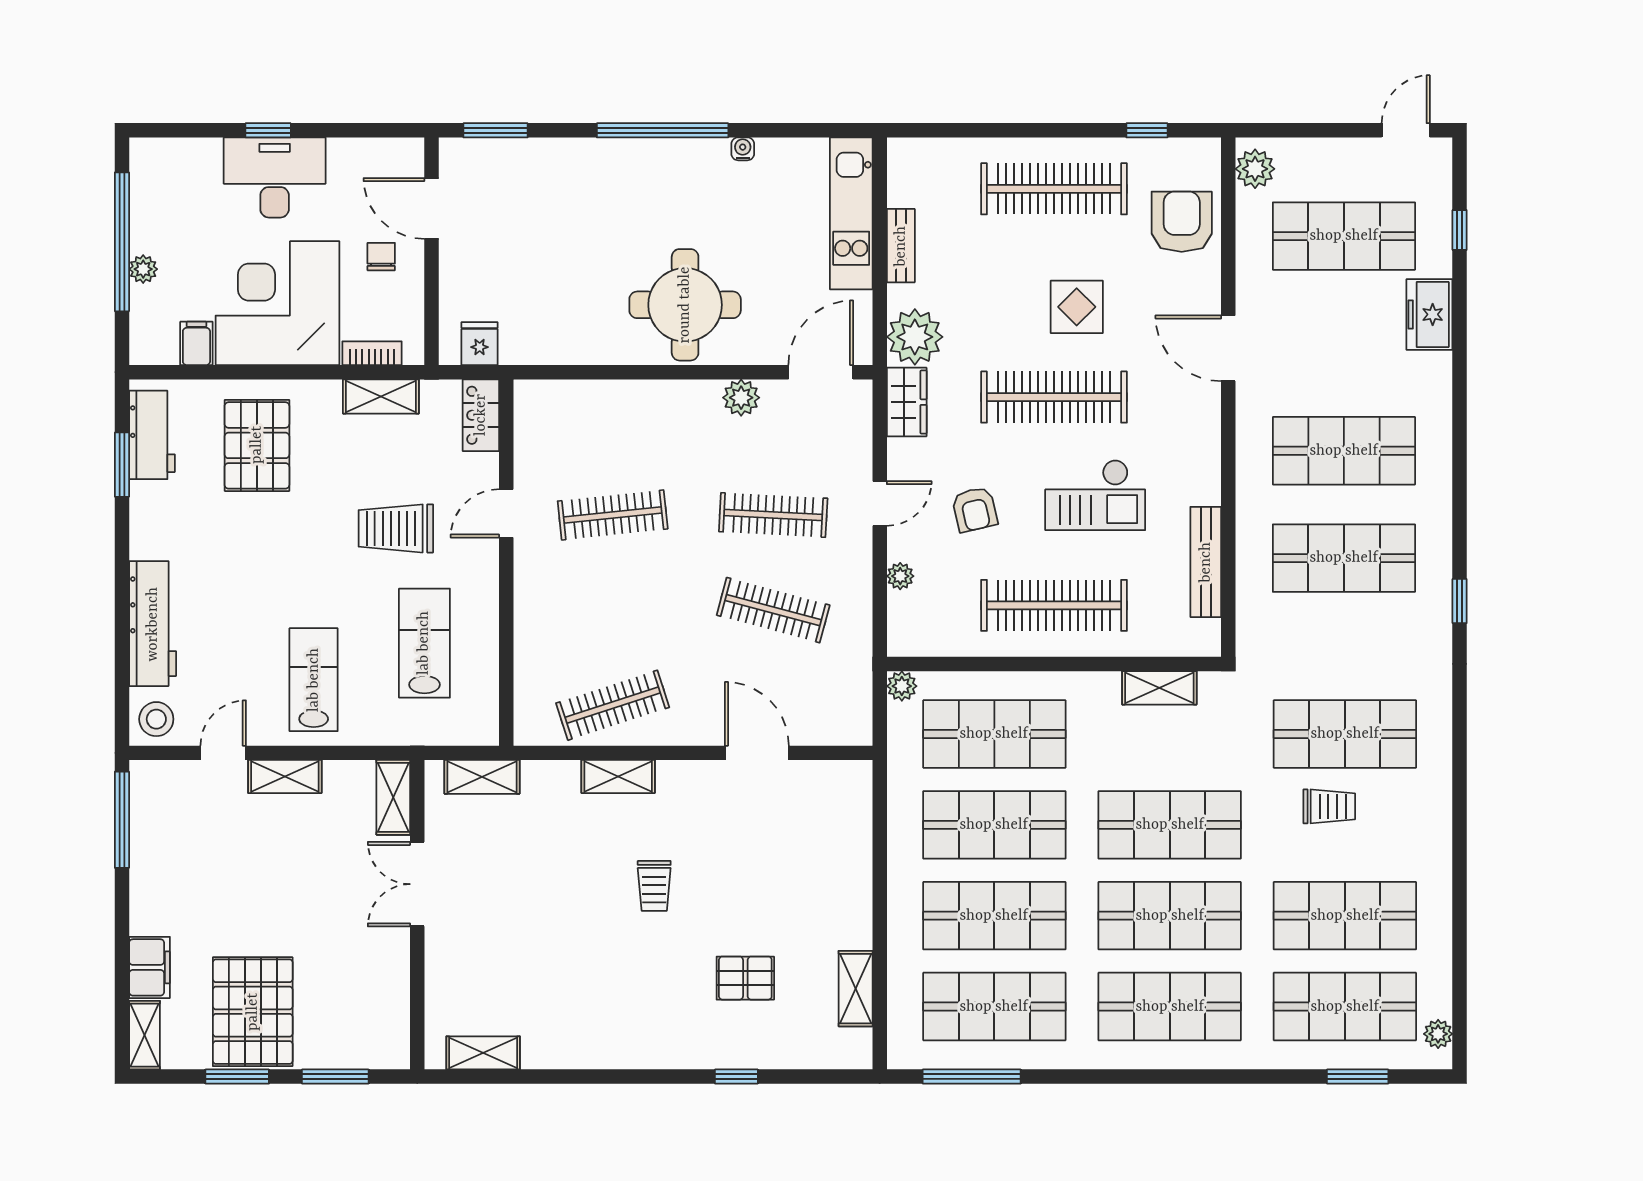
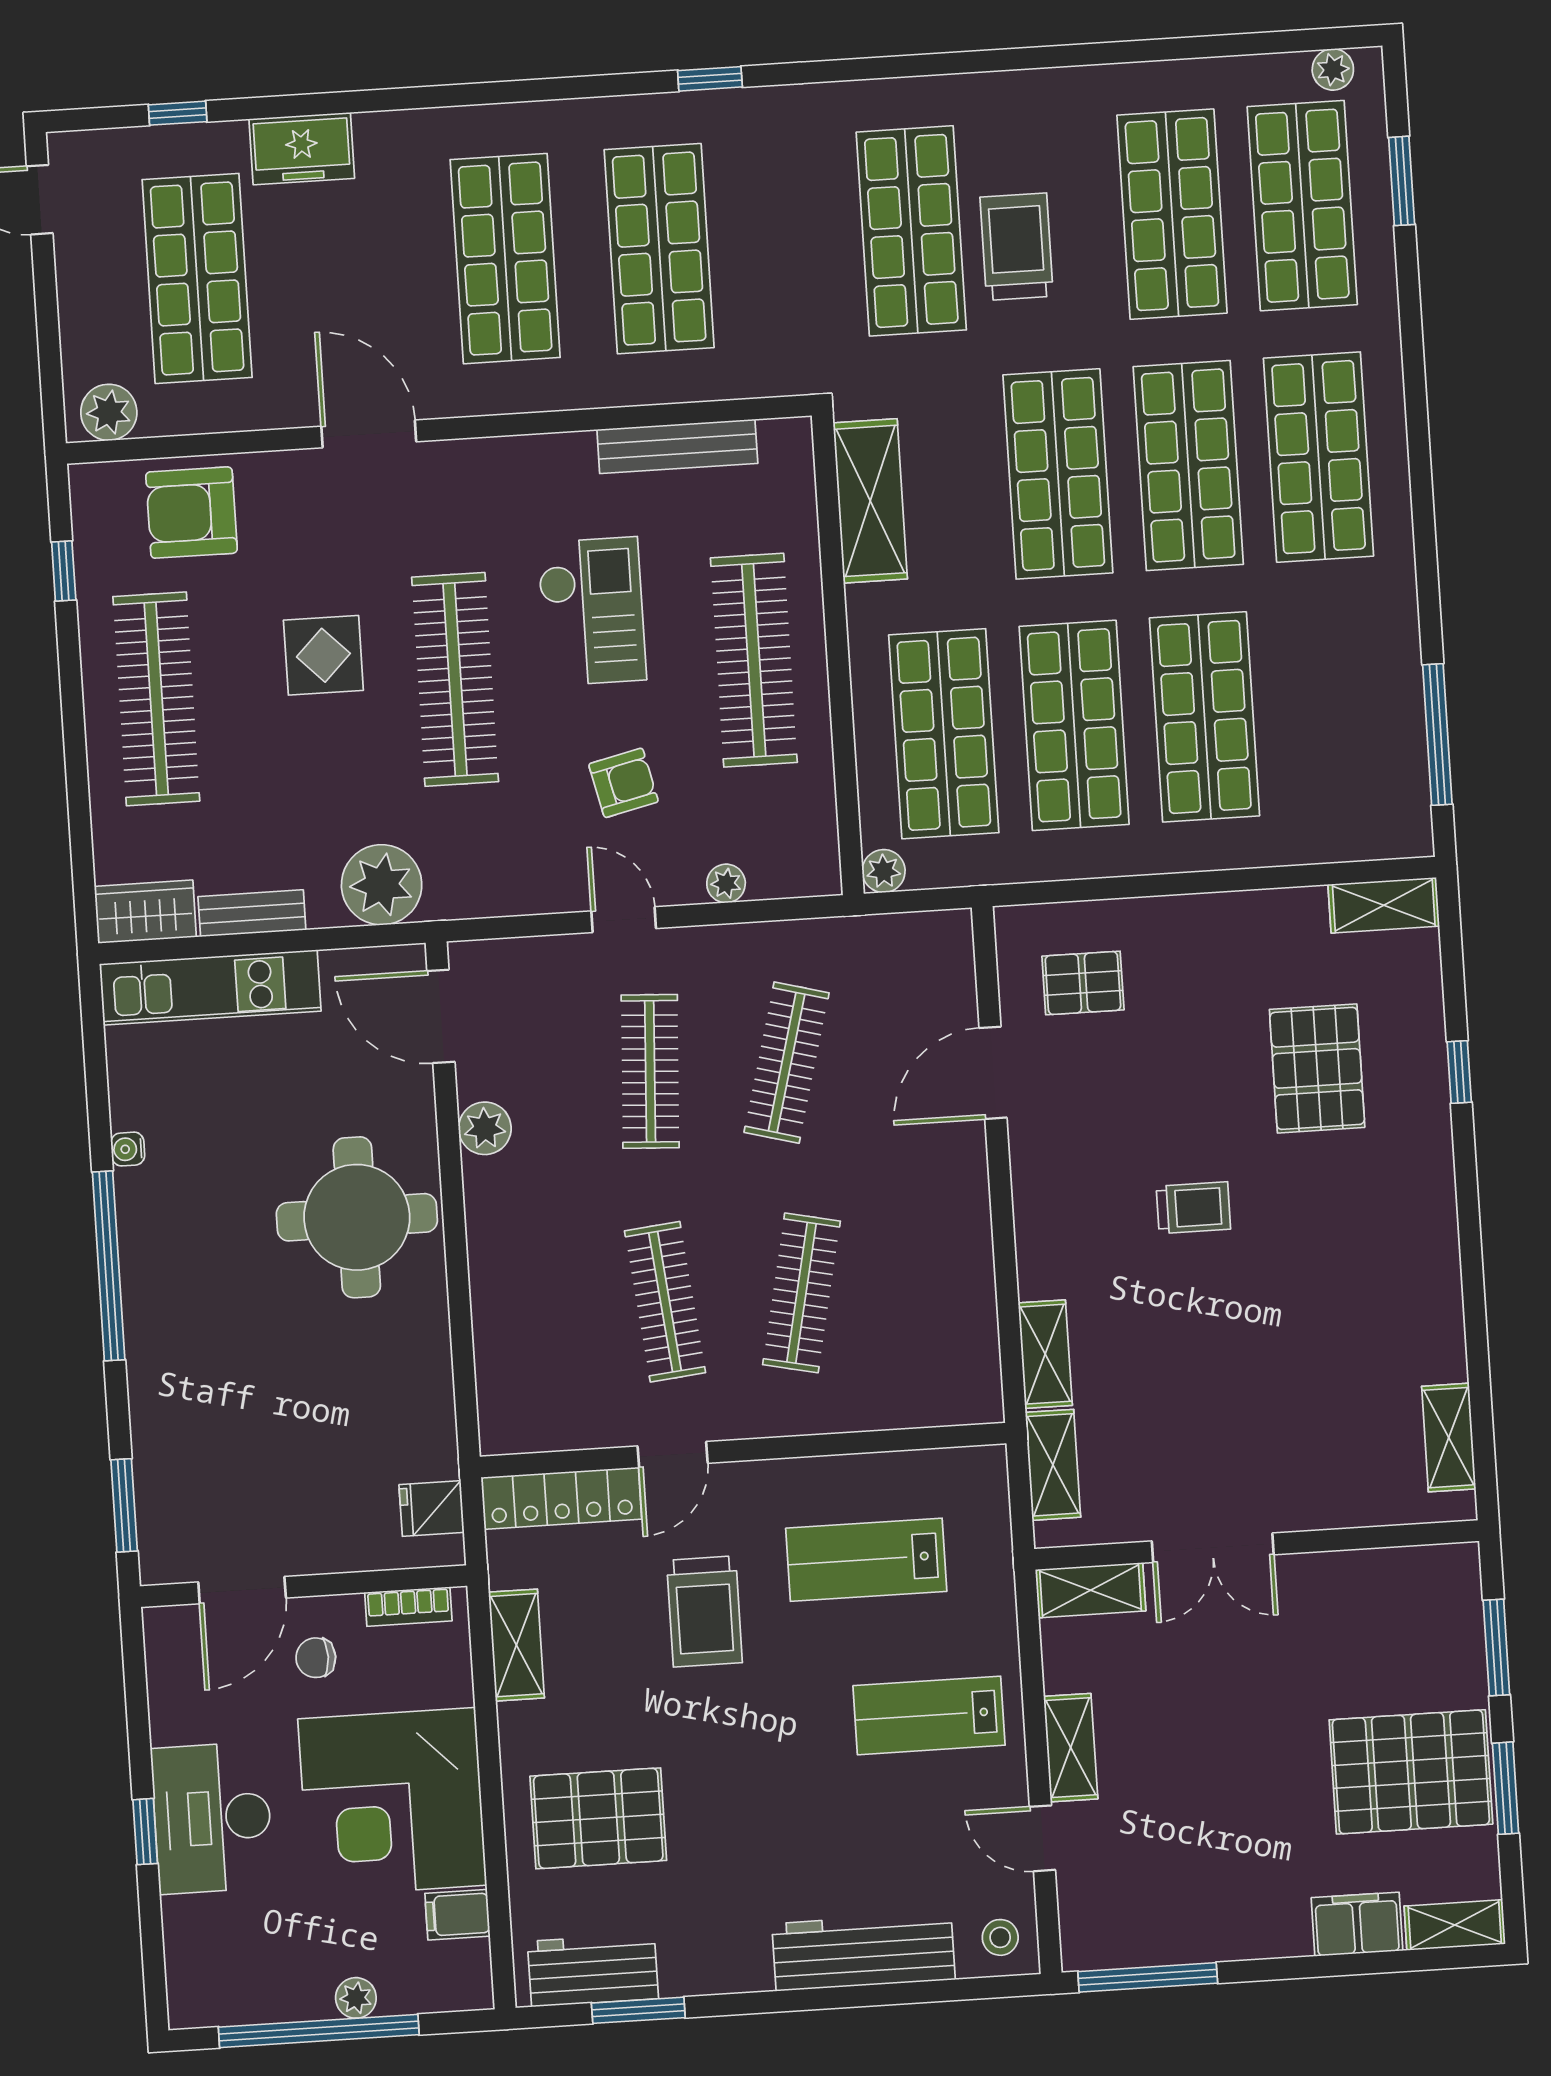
door: (1228, 348) -> (369, 434), swing flipped
bookcase: (372, 353) -> (408, 1607), moved, turned -90
wardrobe: (907, 402) -> (145, 912), moved
locker: (481, 415) -> (561, 1498), width x1.53
door: (506, 513) -> (673, 1455), hinge flipped
shelving: (1159, 688) -> (870, 501), width x1.50, depth x1.33
clothes rail: (613, 705) -> (801, 1293), moved, turned 30
stool: (156, 719) -> (1000, 1937), width x0.73, depth x0.73
shelving: (618, 777) -> (1045, 1354), moved
trolley: (1329, 806) -> (1017, 247), width x1.36, depth x1.39
pallet: (815, 819) -> (1083, 983), added
pallet: (745, 978) -> (1317, 1068), width x1.50, depth x1.42
shelving: (856, 989) -> (1384, 905), moved
shop shelf: (994, 1007) -> (1335, 708), removed

